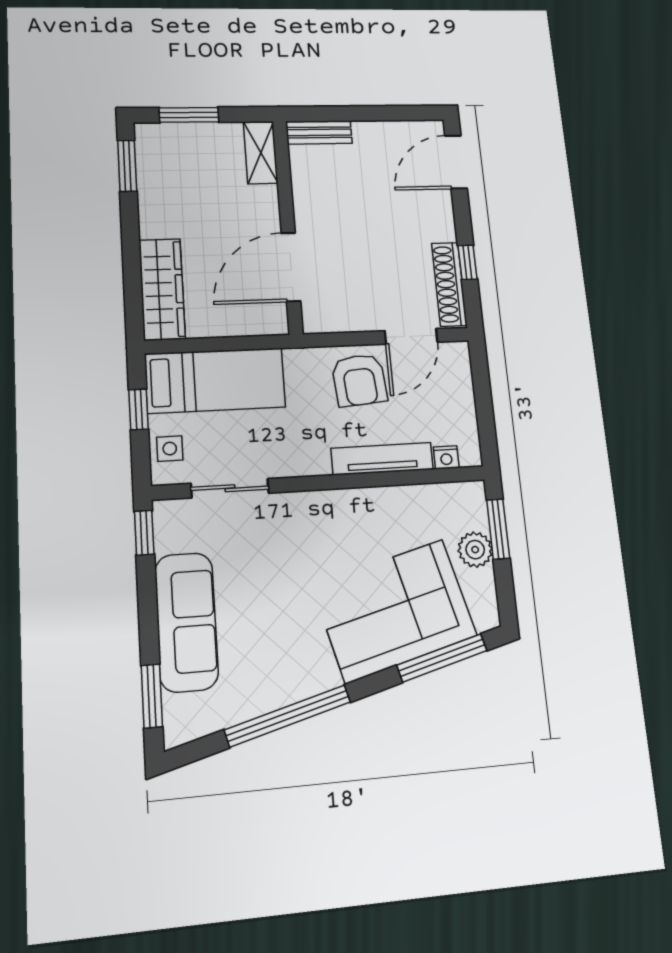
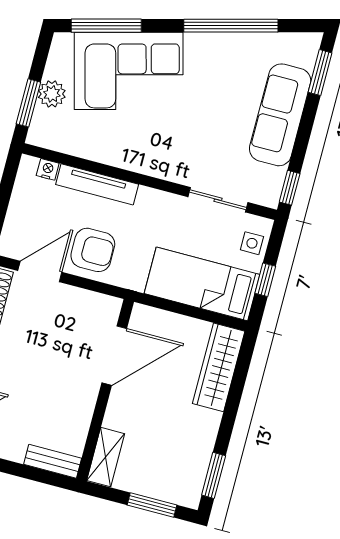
armchair: (359, 380) -> (93, 250), turned 95

